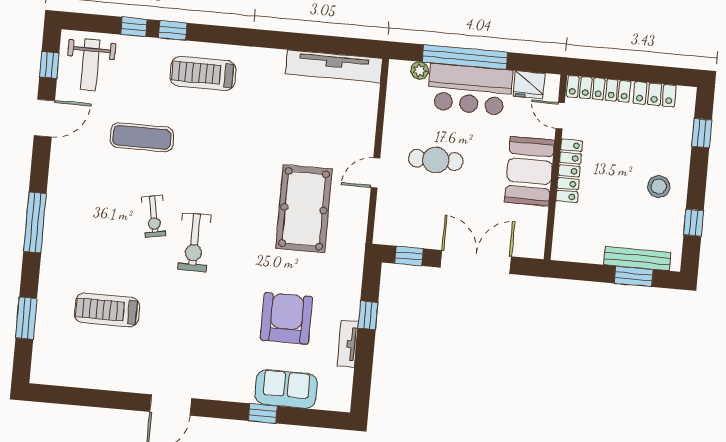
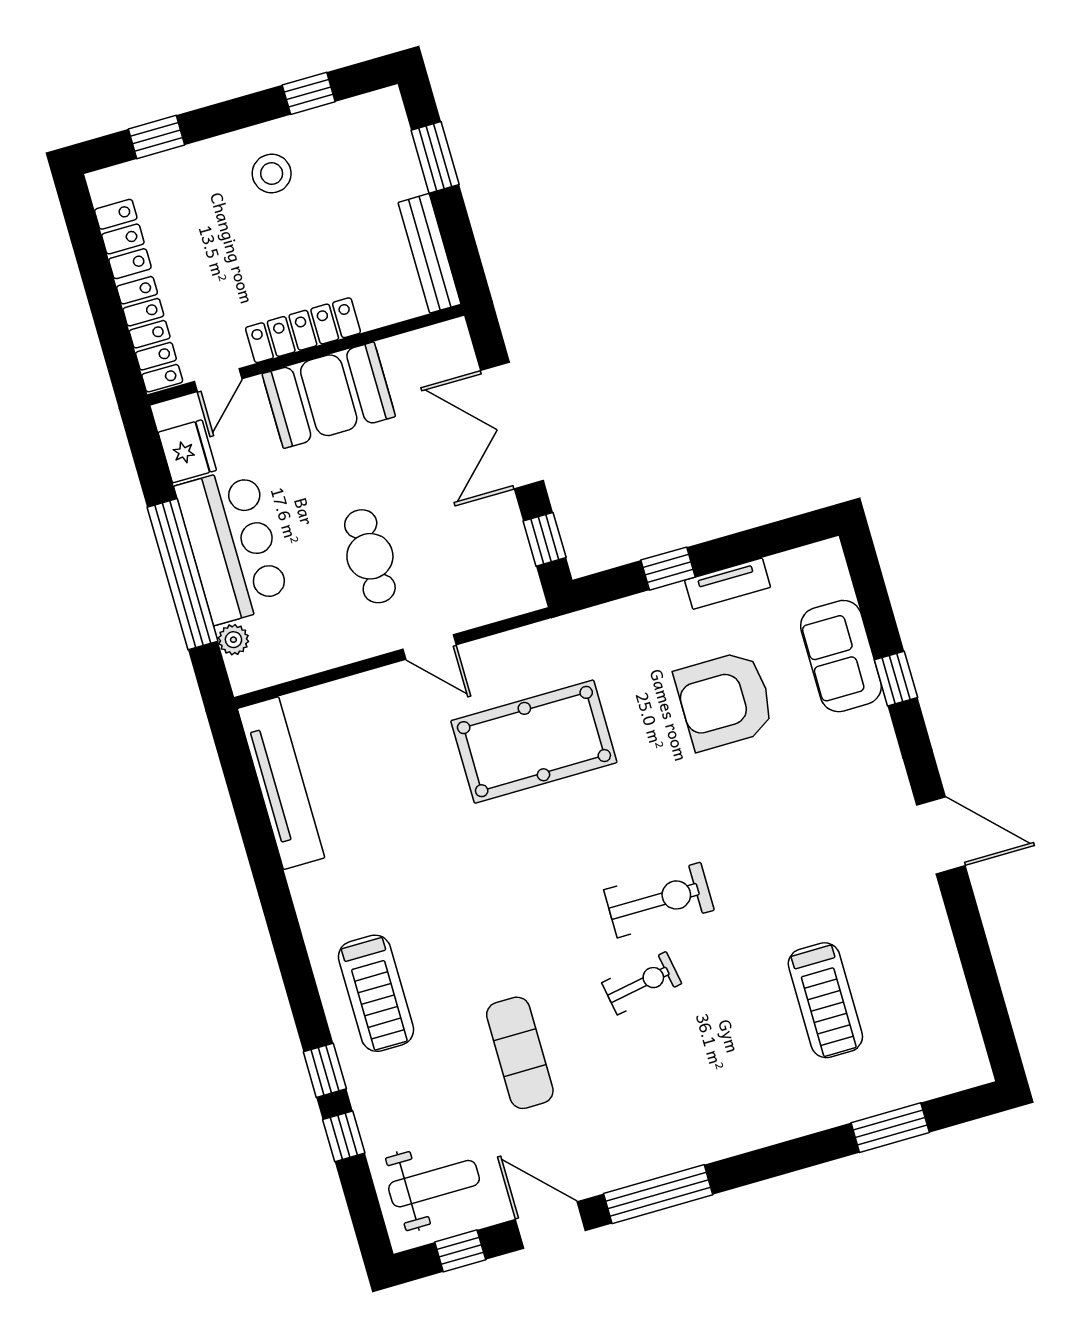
window: (35, 222) -> (658, 1194), moved
bench: (637, 259) -> (430, 253), moved

